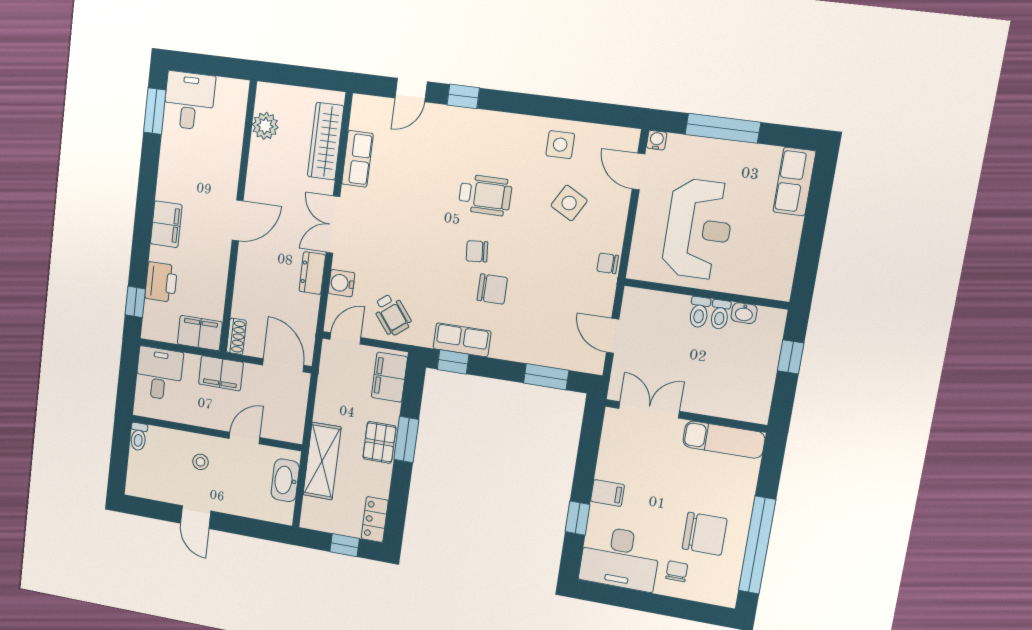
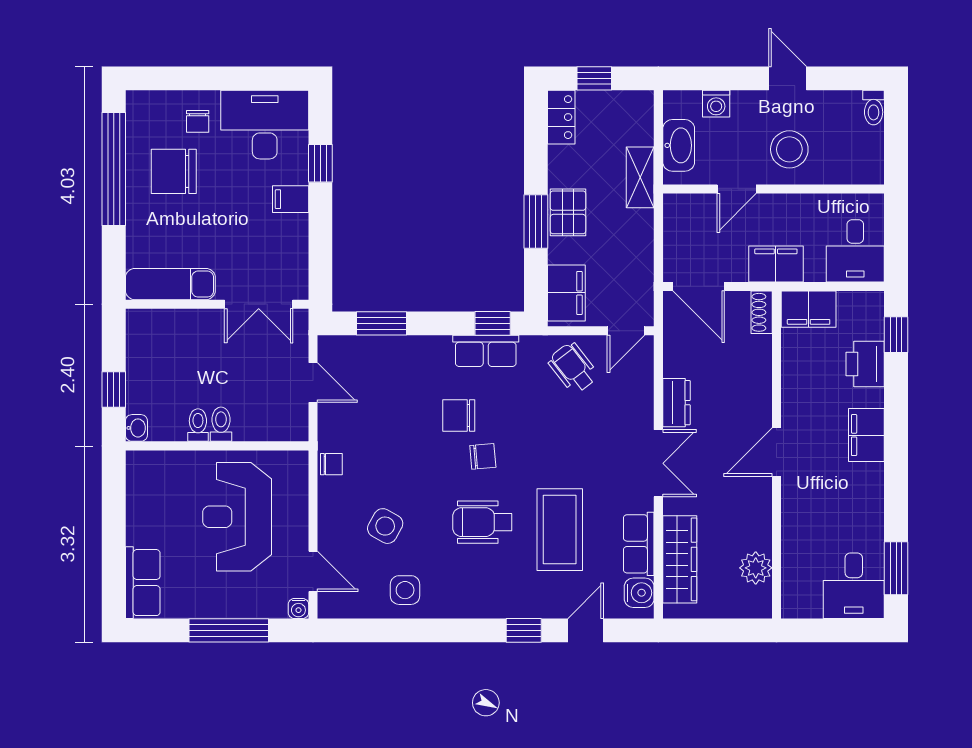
coffee table: (421, 180) -> (560, 530), added
water cooler: (341, 283) -> (639, 593), moved
washbasin: (744, 313) -> (136, 428), moved, turned 90
toilet: (139, 437) -> (874, 108), moved, turned 180
shelving: (322, 461) -> (640, 177), width x0.67, depth x0.75
stool: (200, 462) -> (789, 149), width x1.89, depth x1.89
washing machine: (252, 508) -> (716, 104), added

